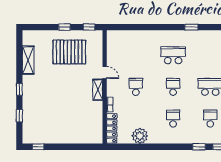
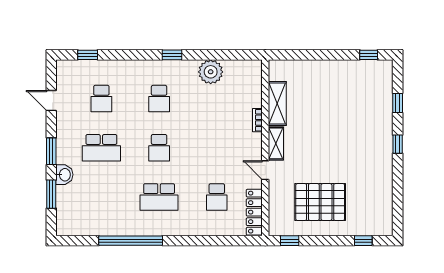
window: (64, 27) -> (363, 241), moved
window: (191, 27) -> (131, 241), width x3.17
shelving: (28, 60) -> (277, 103), moved
school desk: (136, 87) -> (217, 197), moved
locker: (112, 128) -> (254, 212), moved
window: (199, 147) -> (172, 55), moved

